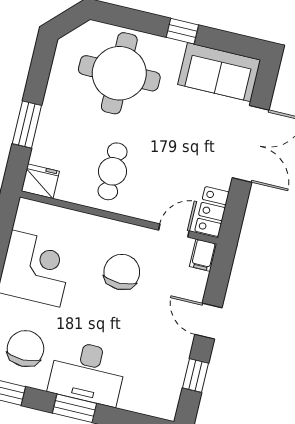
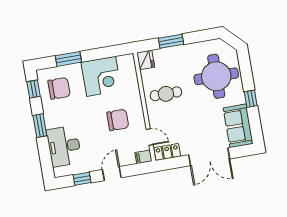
desk: (87, 373) -> (64, 146), moved

